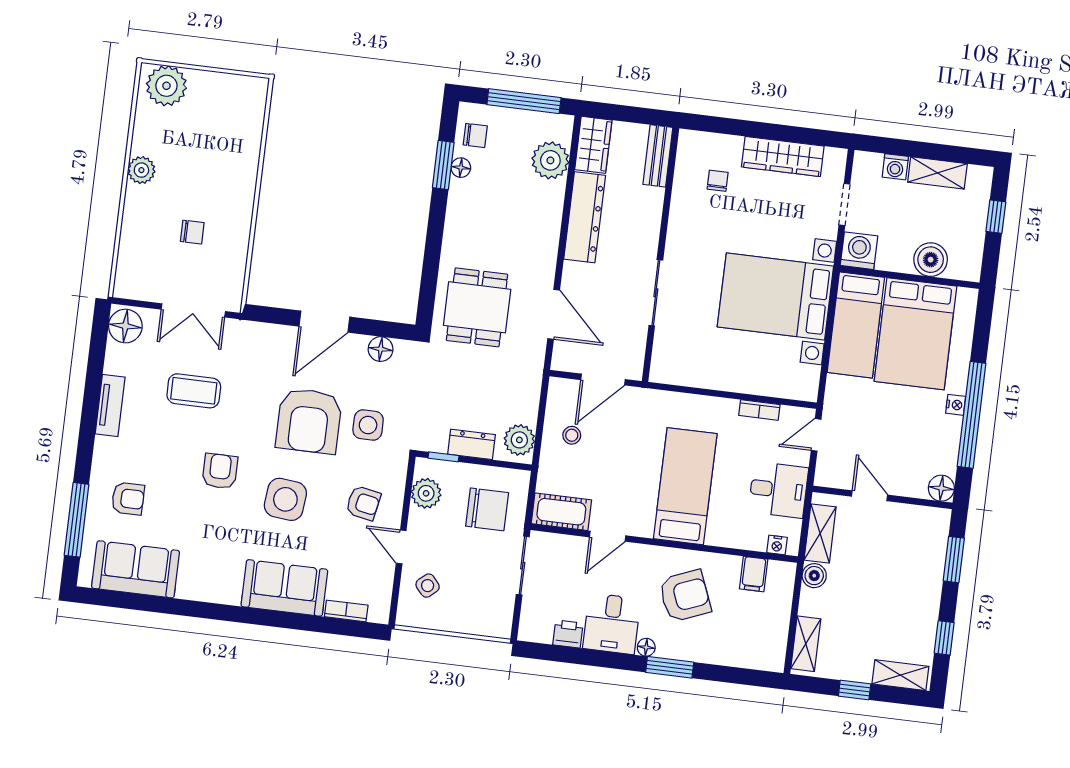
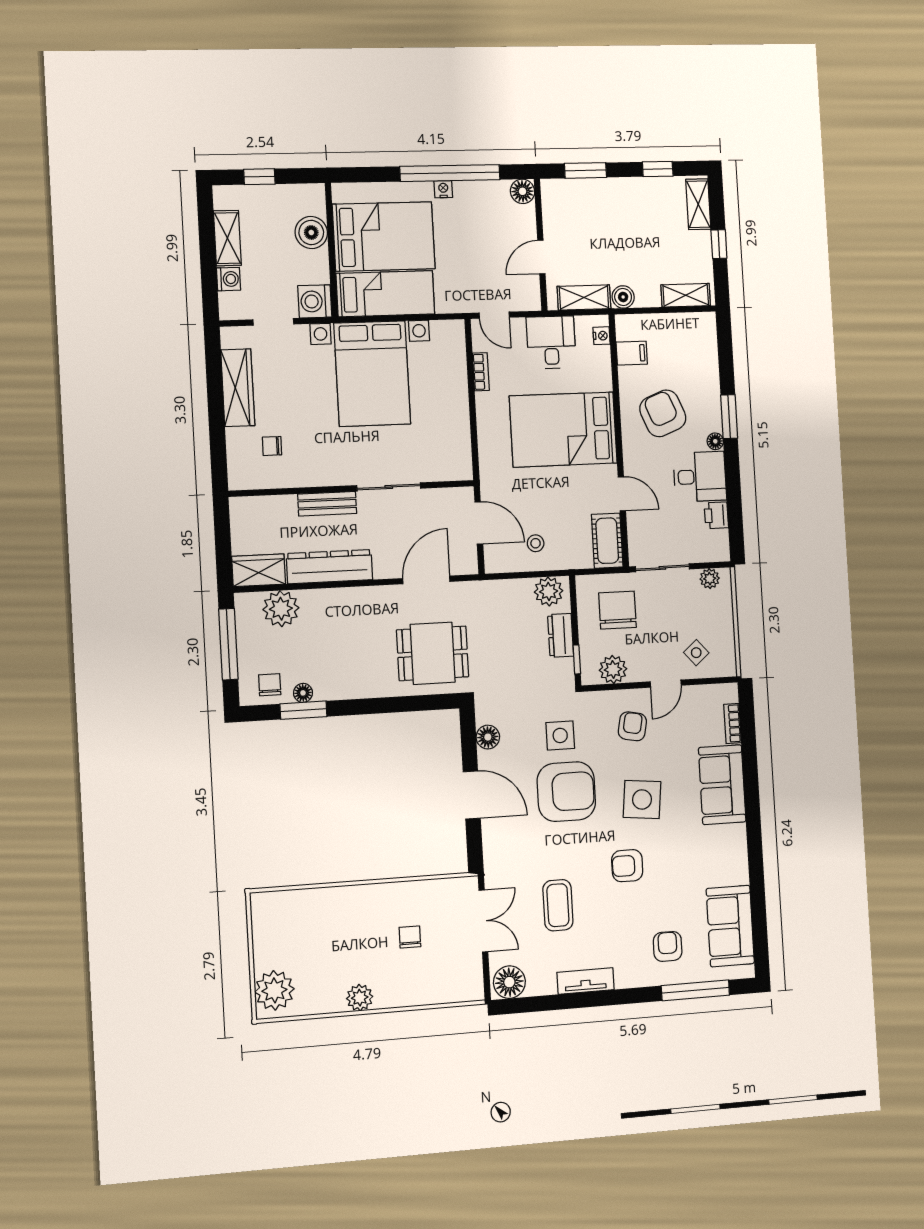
bench: (658, 156) -> (327, 504), moved
bed: (685, 486) -> (563, 430), width x1.50
plant: (503, 614) -> (710, 579), added

